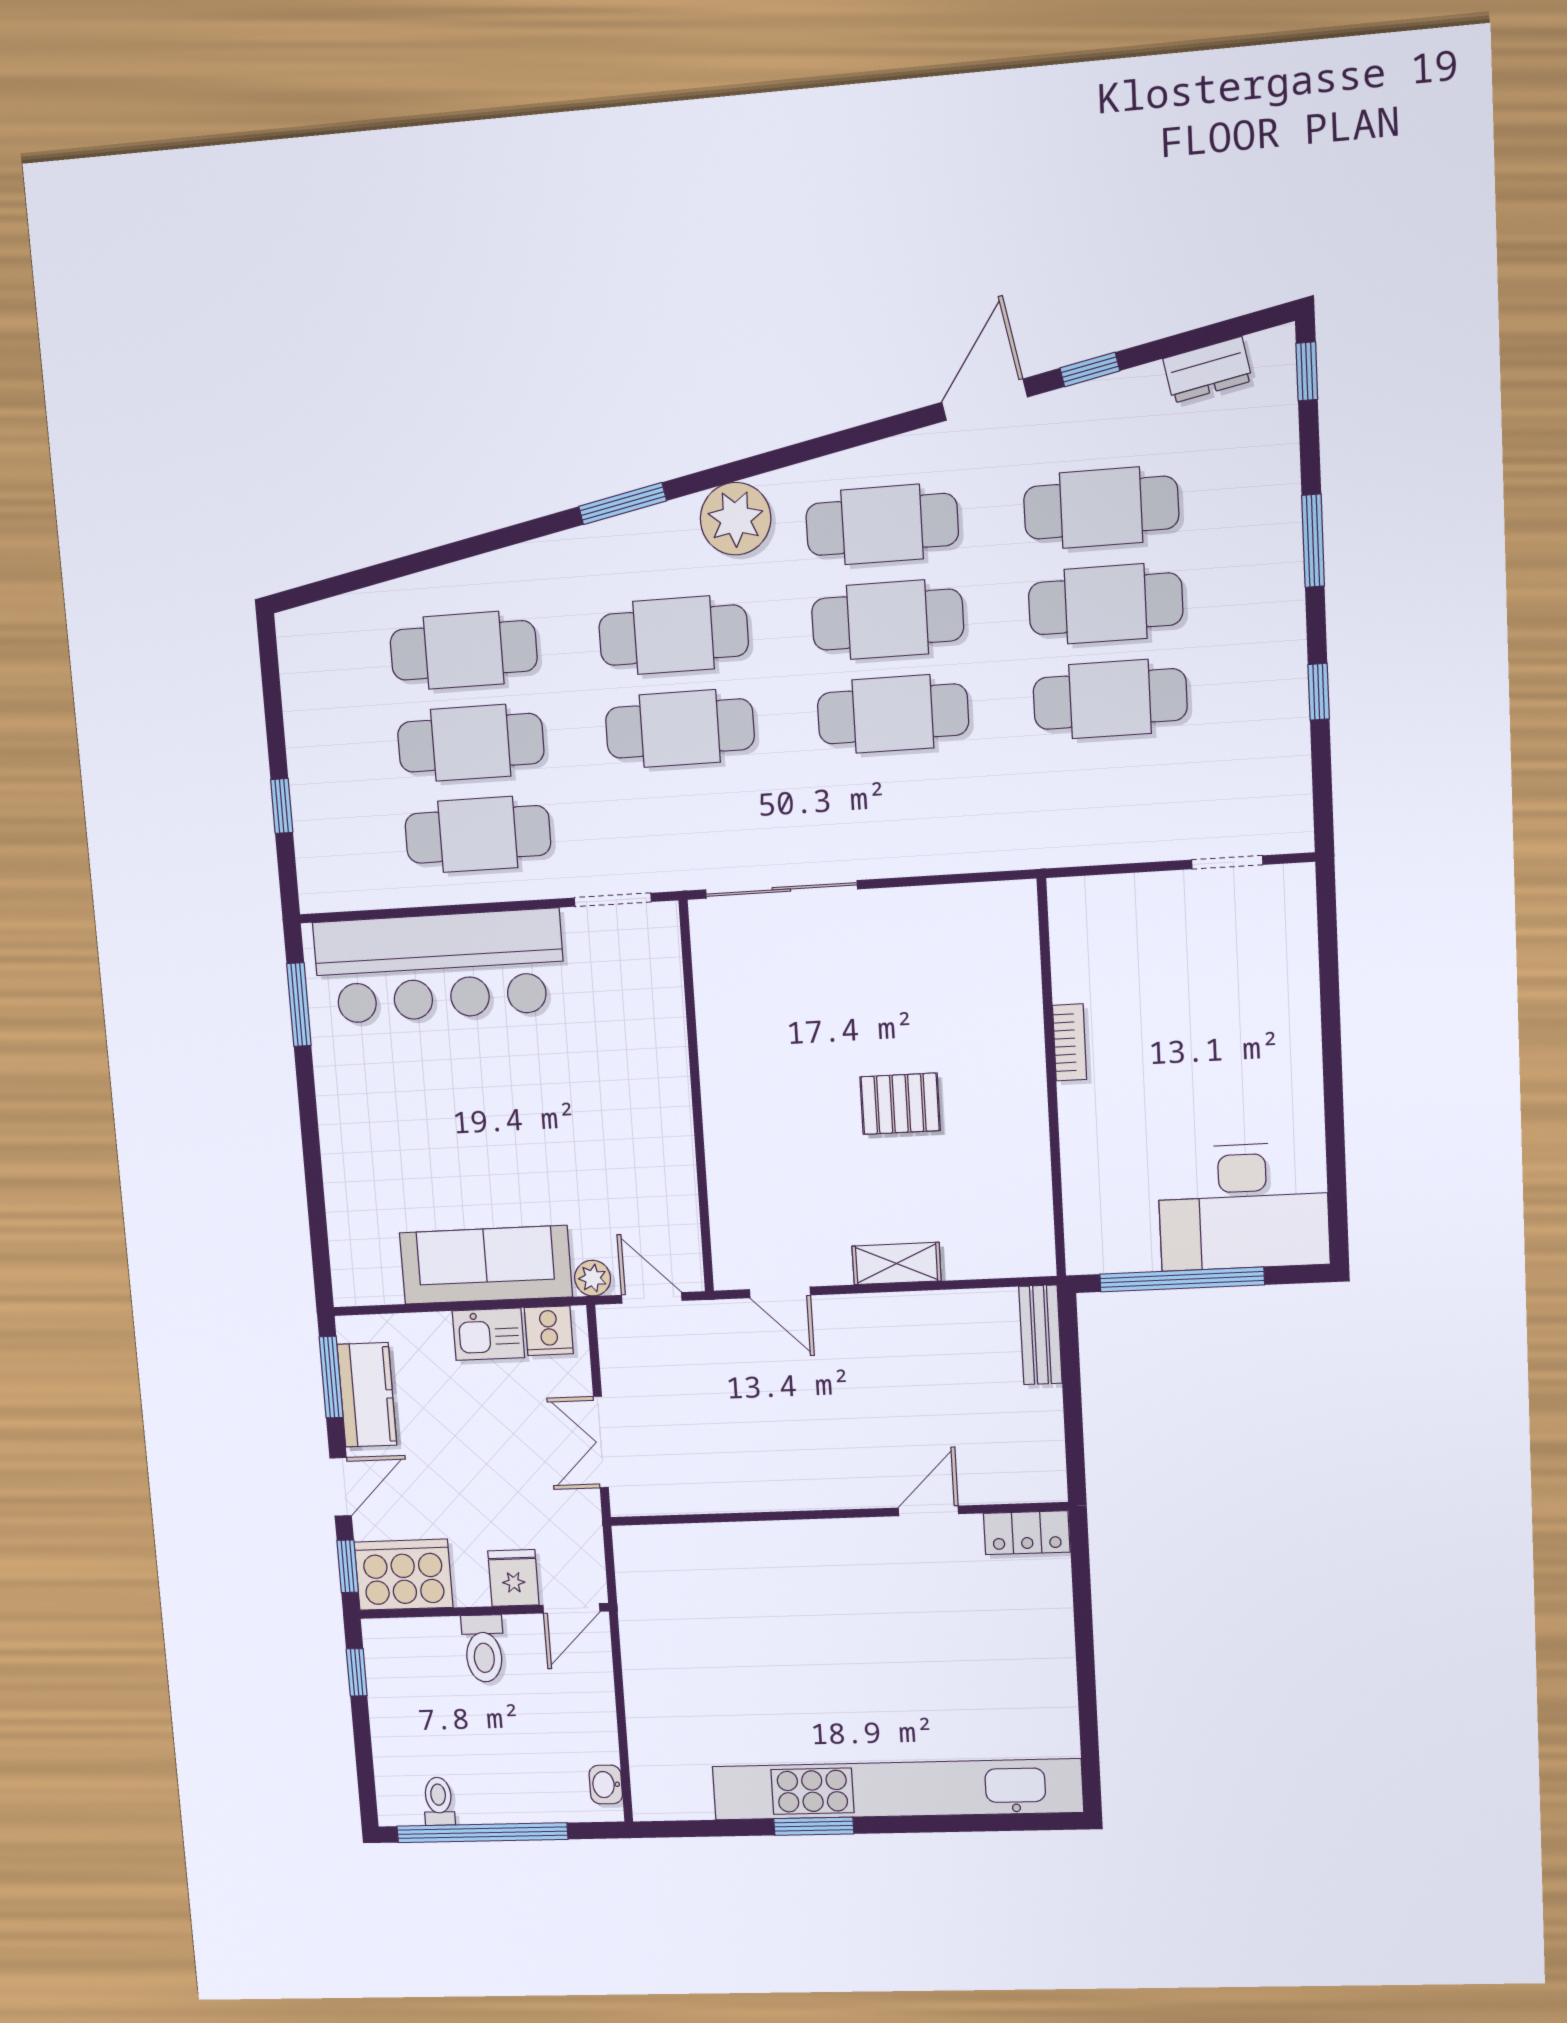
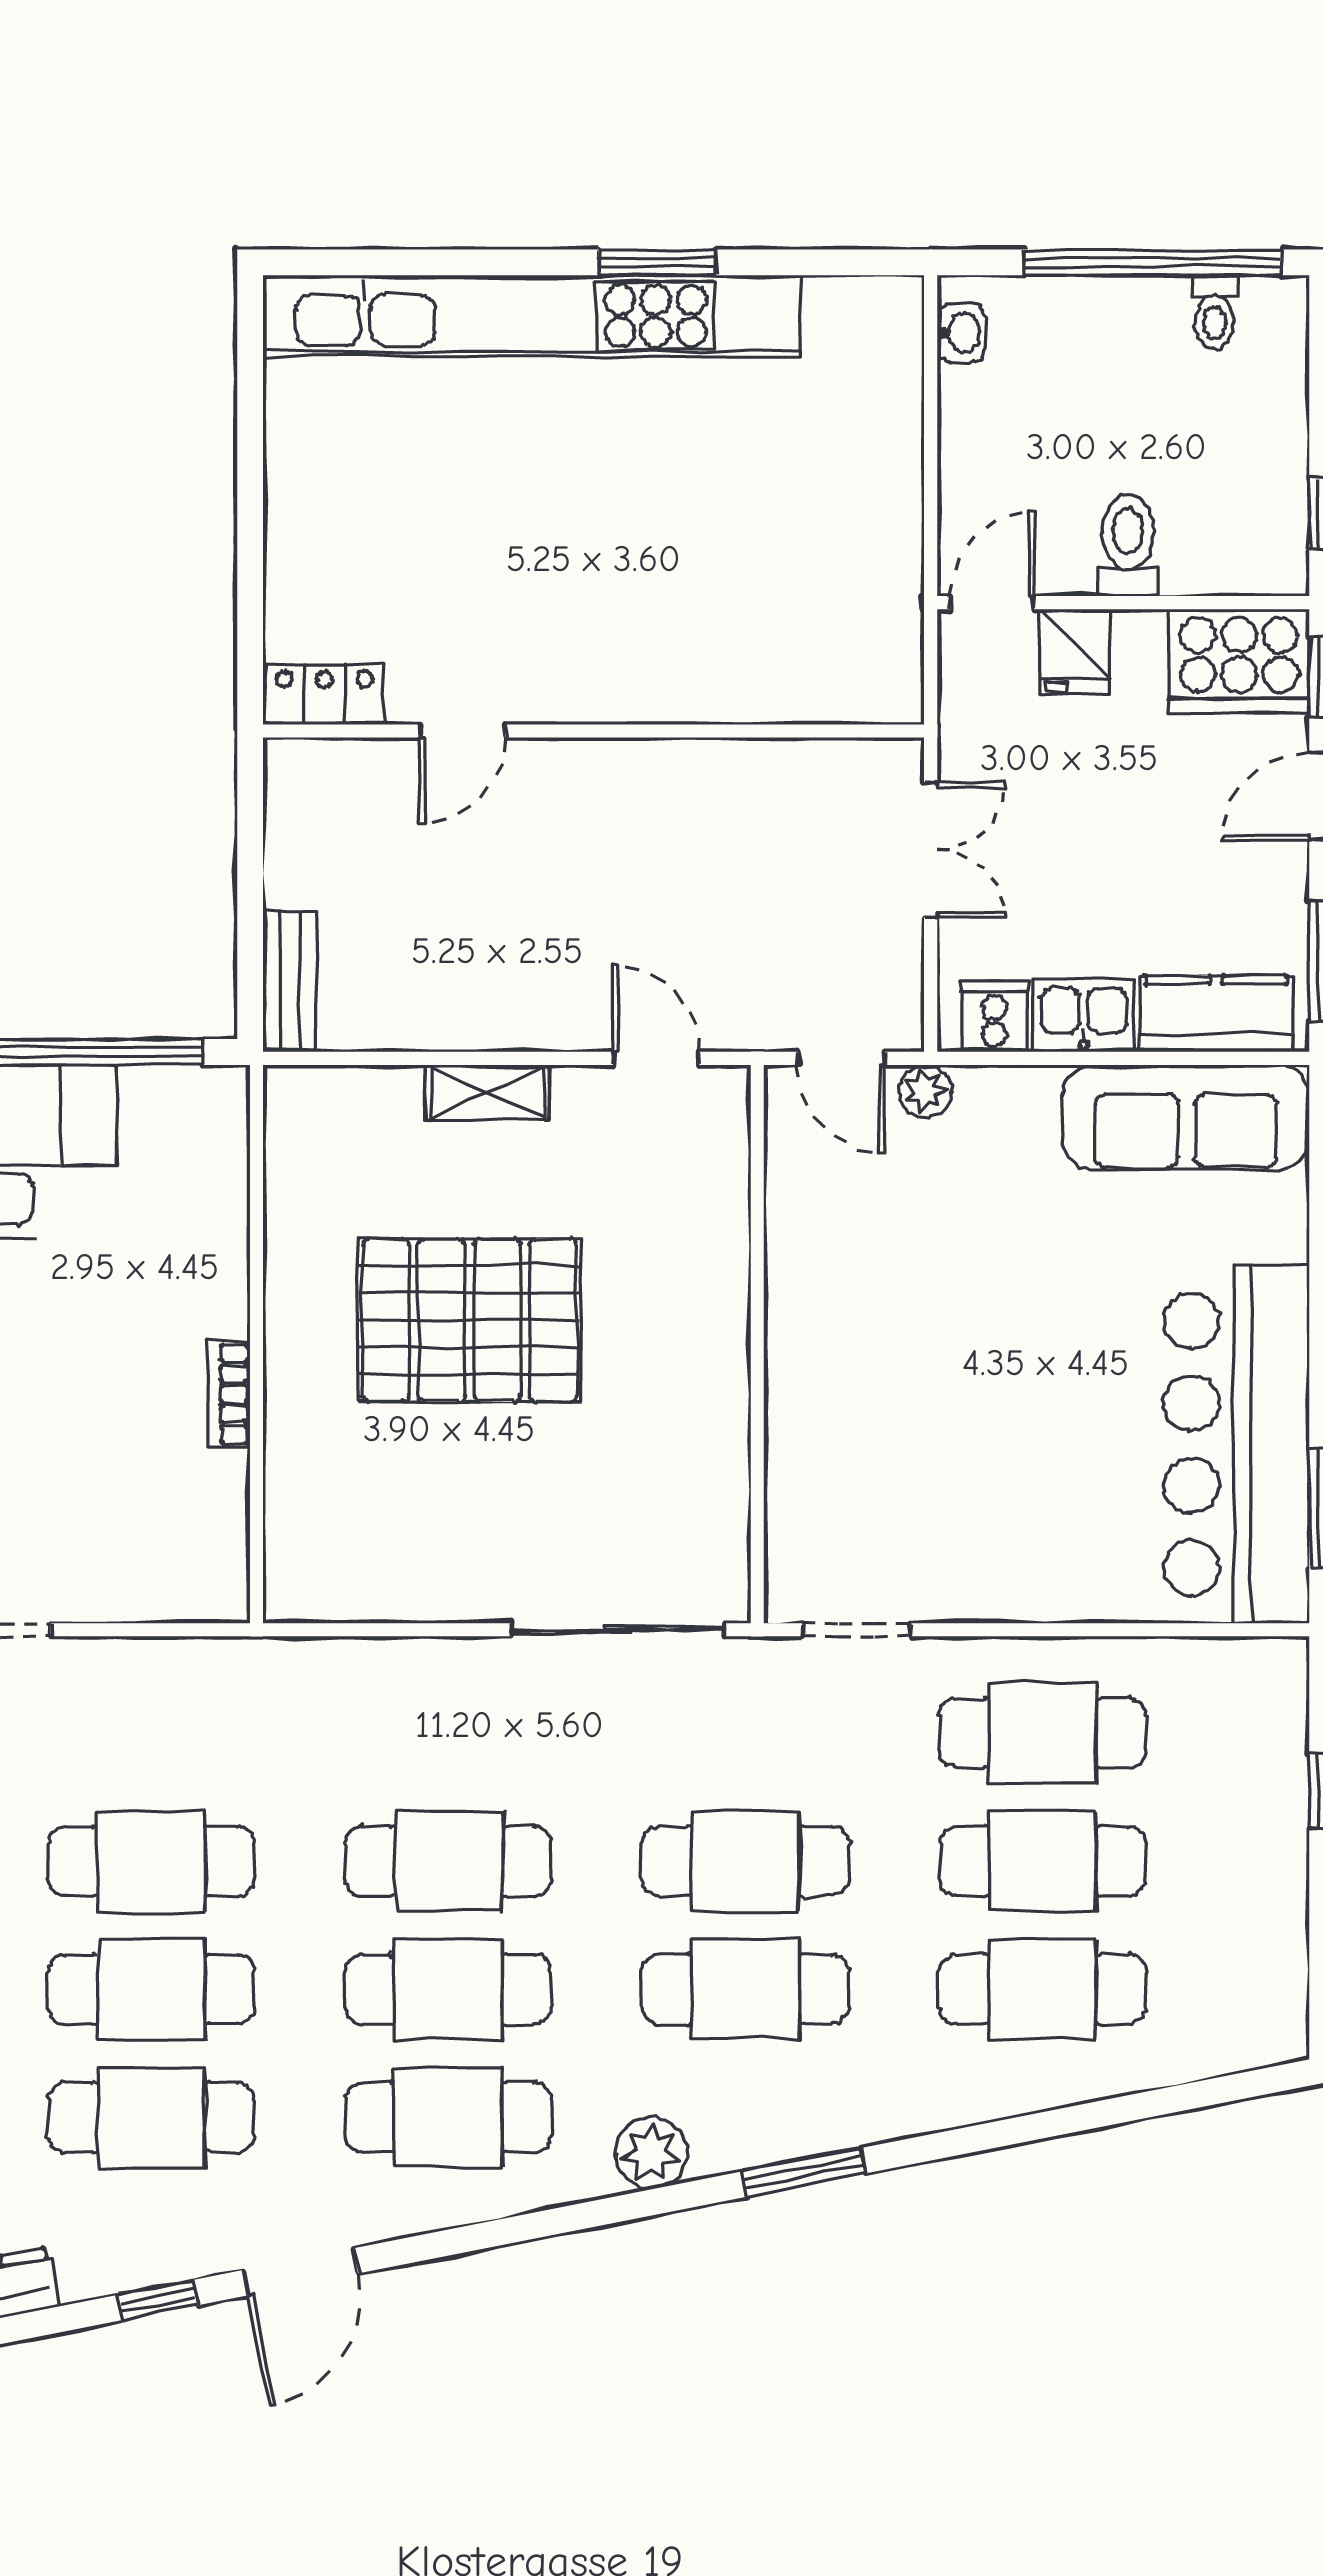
plant: (736, 519) -> (651, 2153), width x0.73, depth x0.73
bar counter: (439, 966) -> (1236, 1444), moved, turned -90
pallet: (900, 1104) -> (469, 1320), width x2.05, depth x2.00
sofa: (486, 1265) -> (1186, 1117), moved
kitchen counter: (367, 1395) -> (1216, 1014), moved, turned 90

